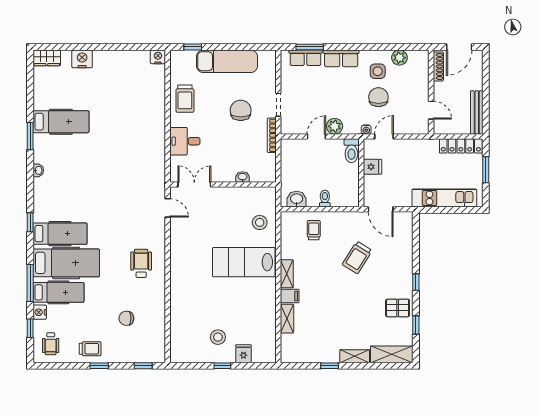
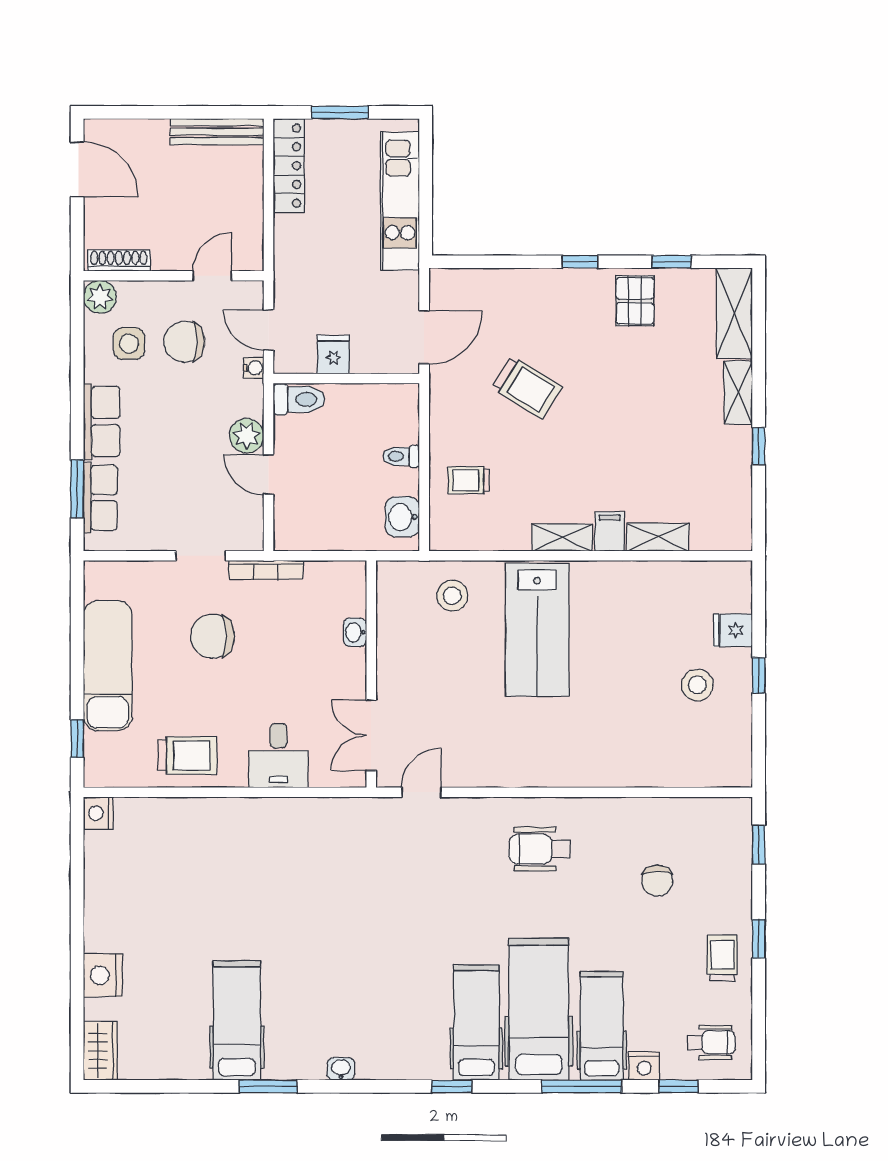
shoe rack: (438, 66) -> (119, 260), moved
wall: (431, 92) -> (174, 276), moved
door: (431, 110) -> (212, 276), moved

